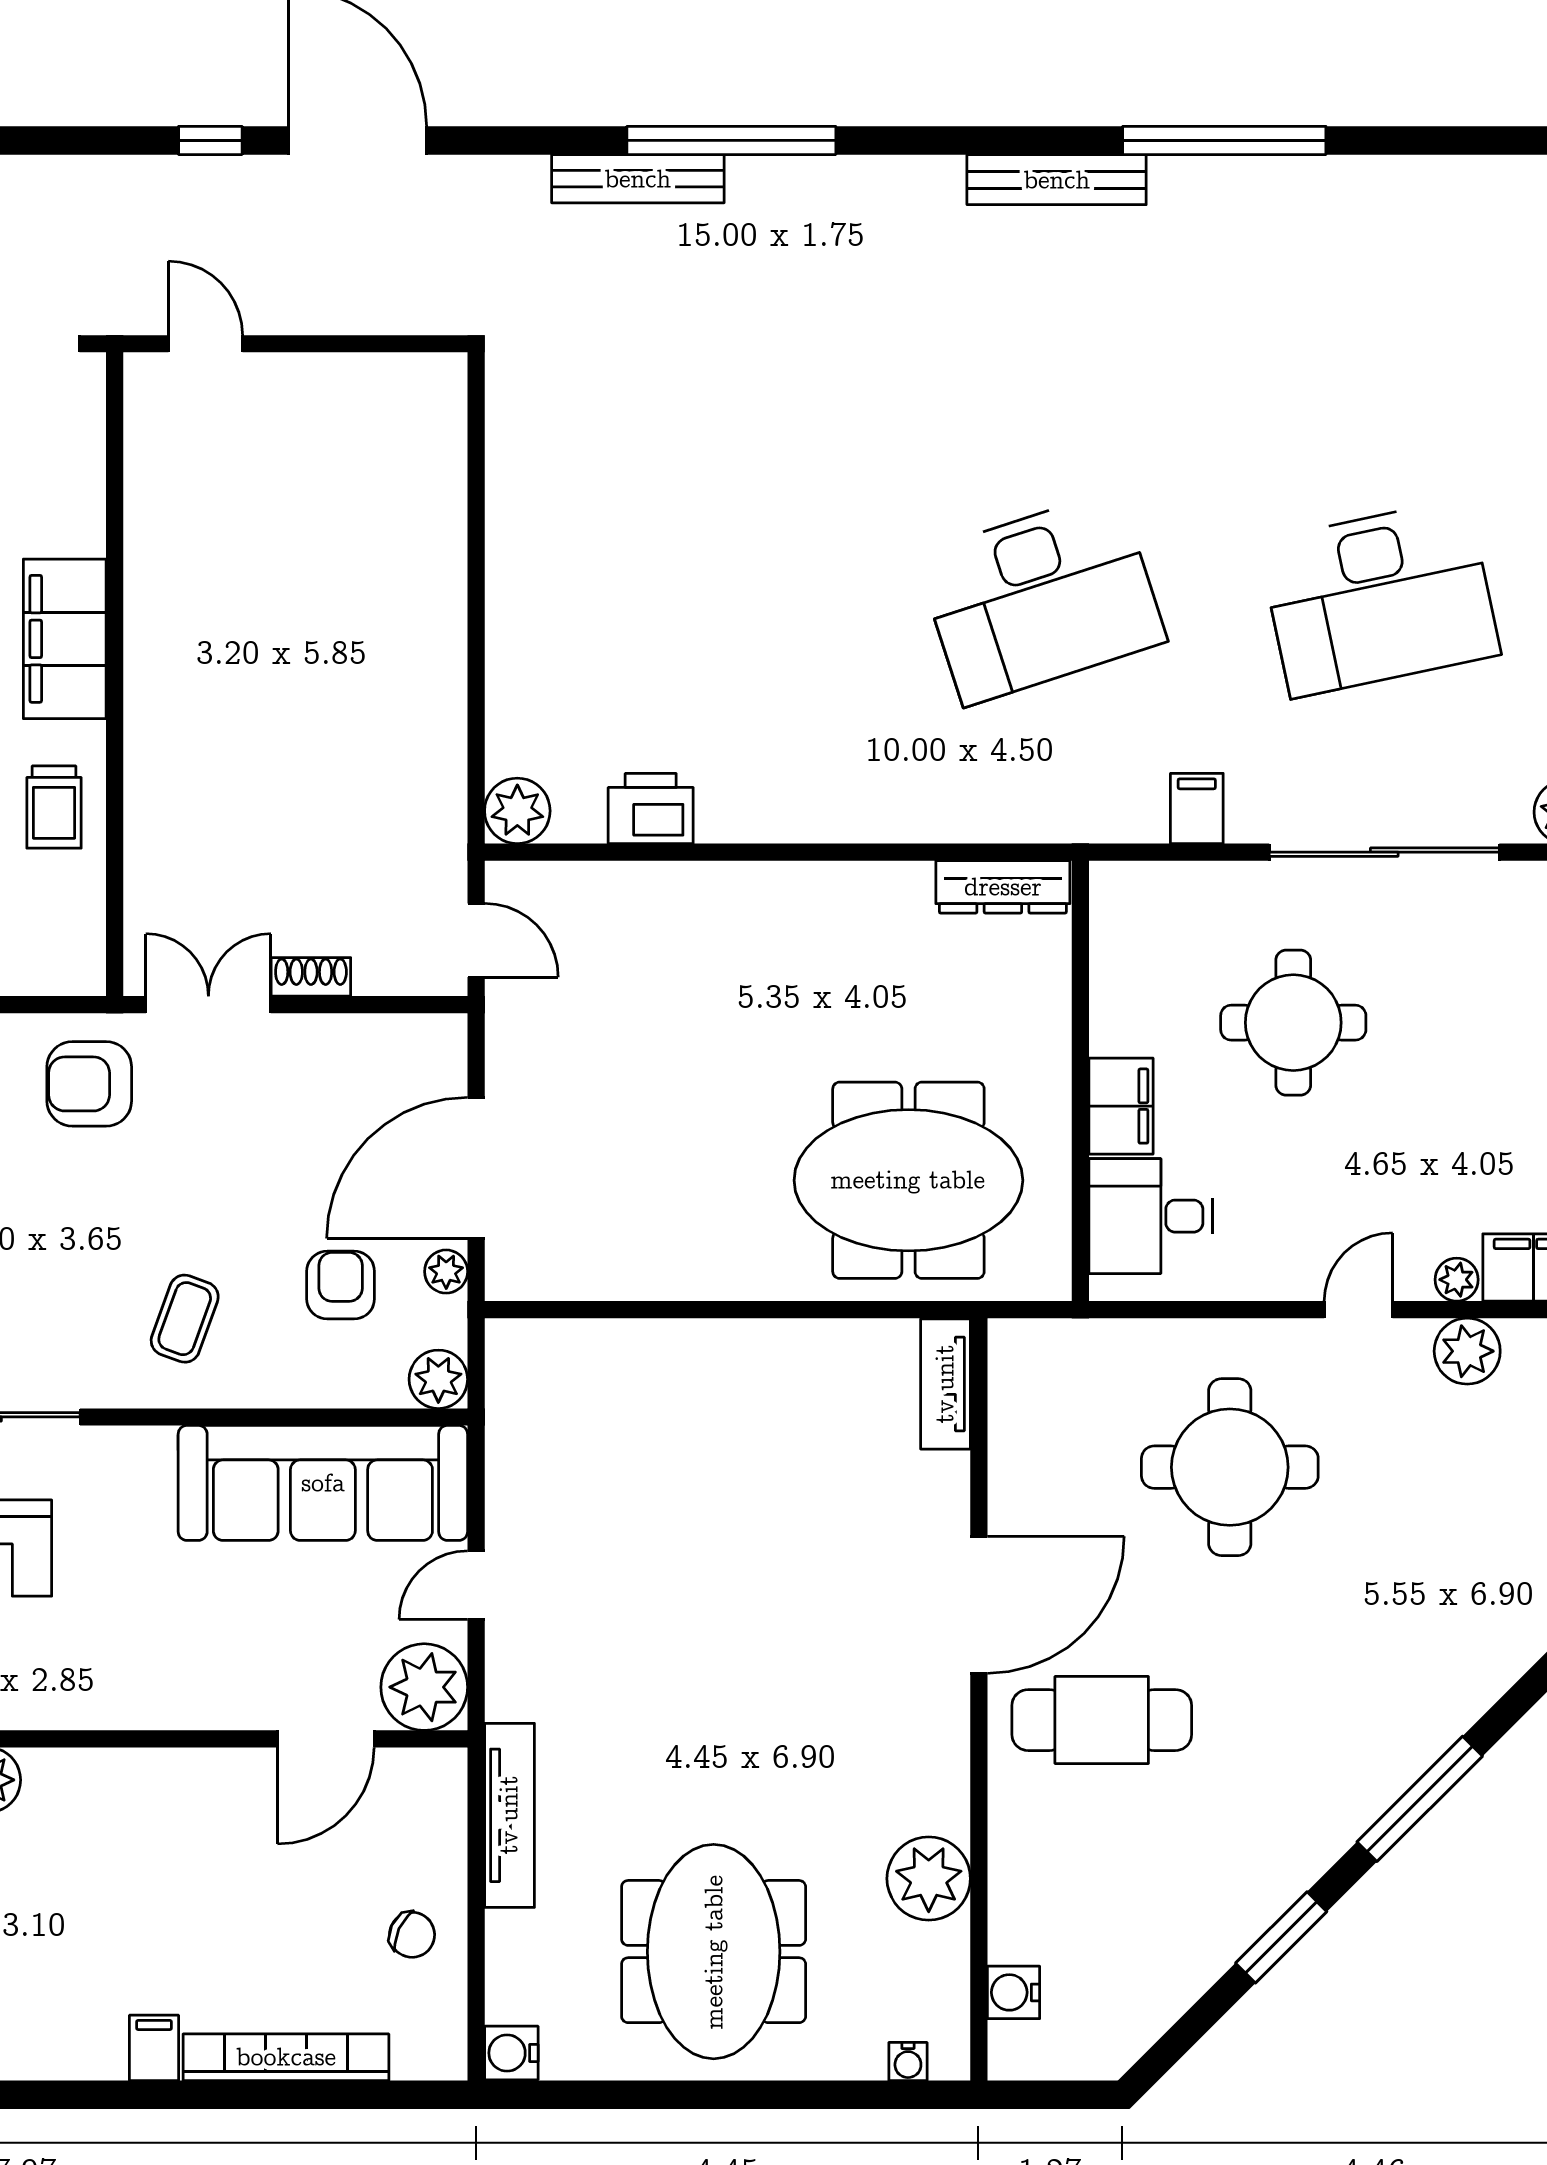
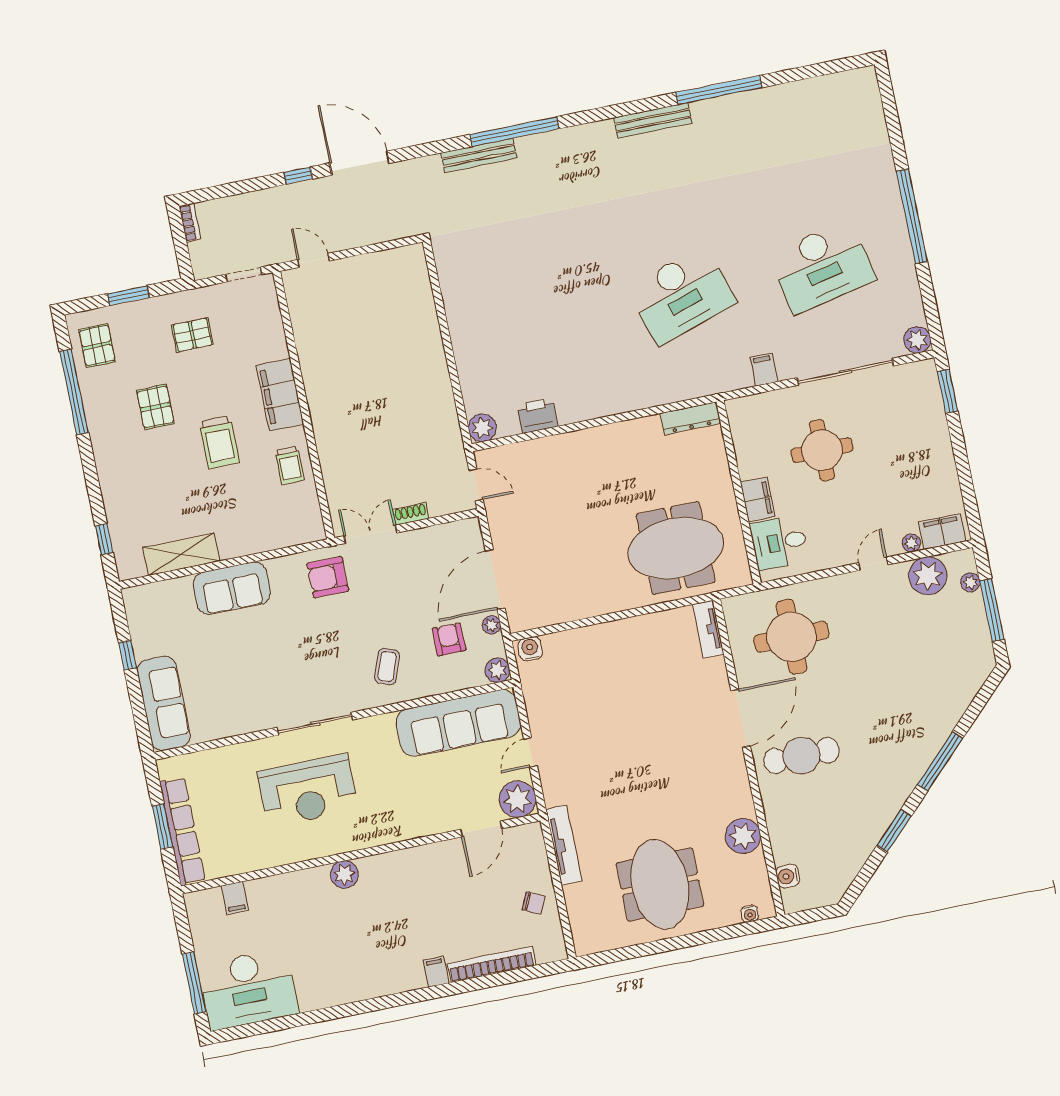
plant: (1467, 1351) -> (928, 576), width x1.36, depth x1.36
round table: (1230, 1467) -> (791, 637), moved
water cooler: (511, 2053) -> (530, 649), moved, turned 90

